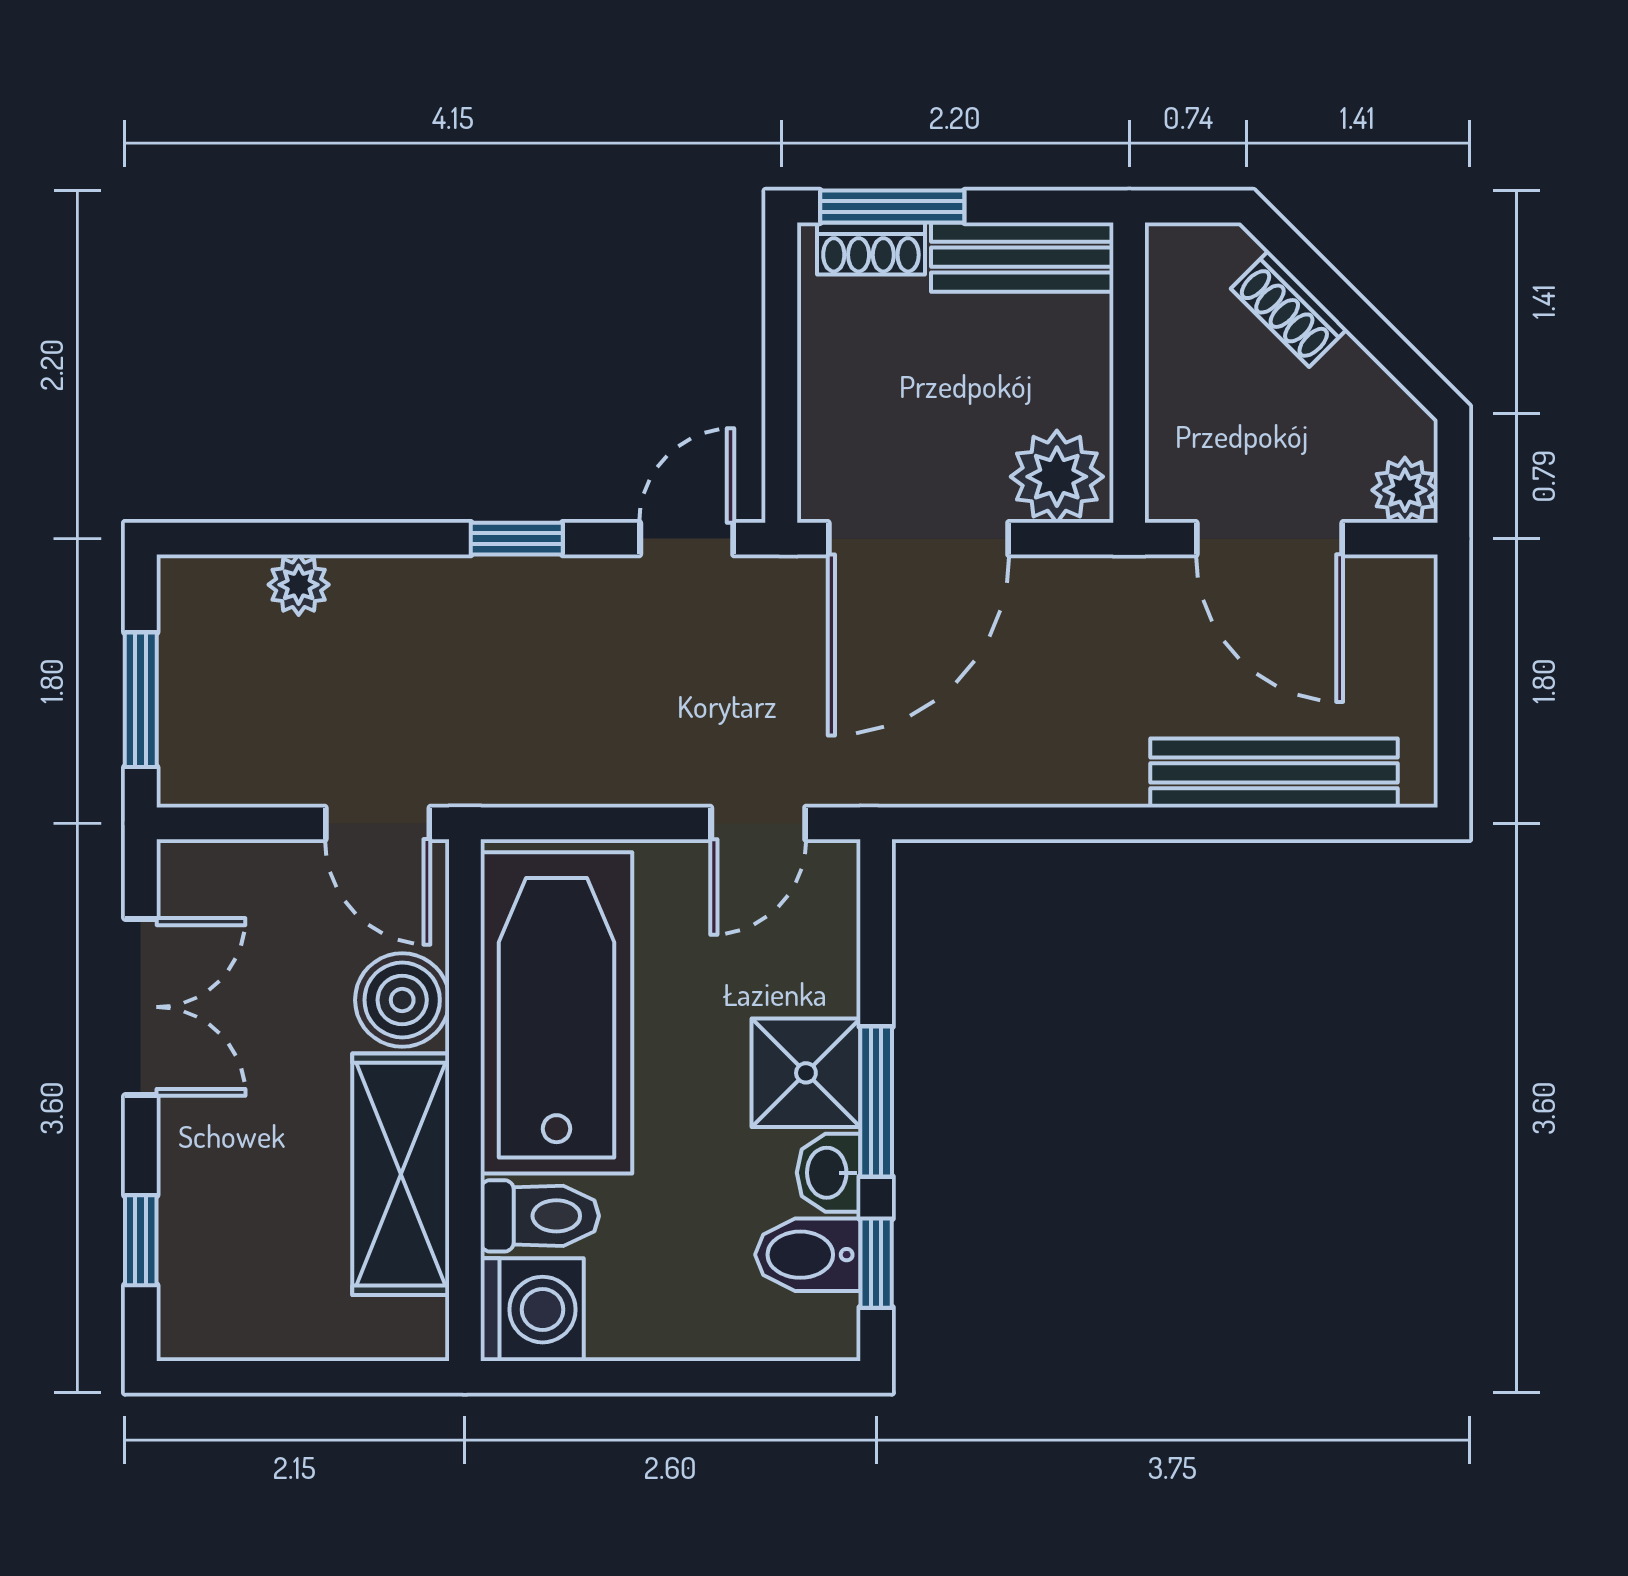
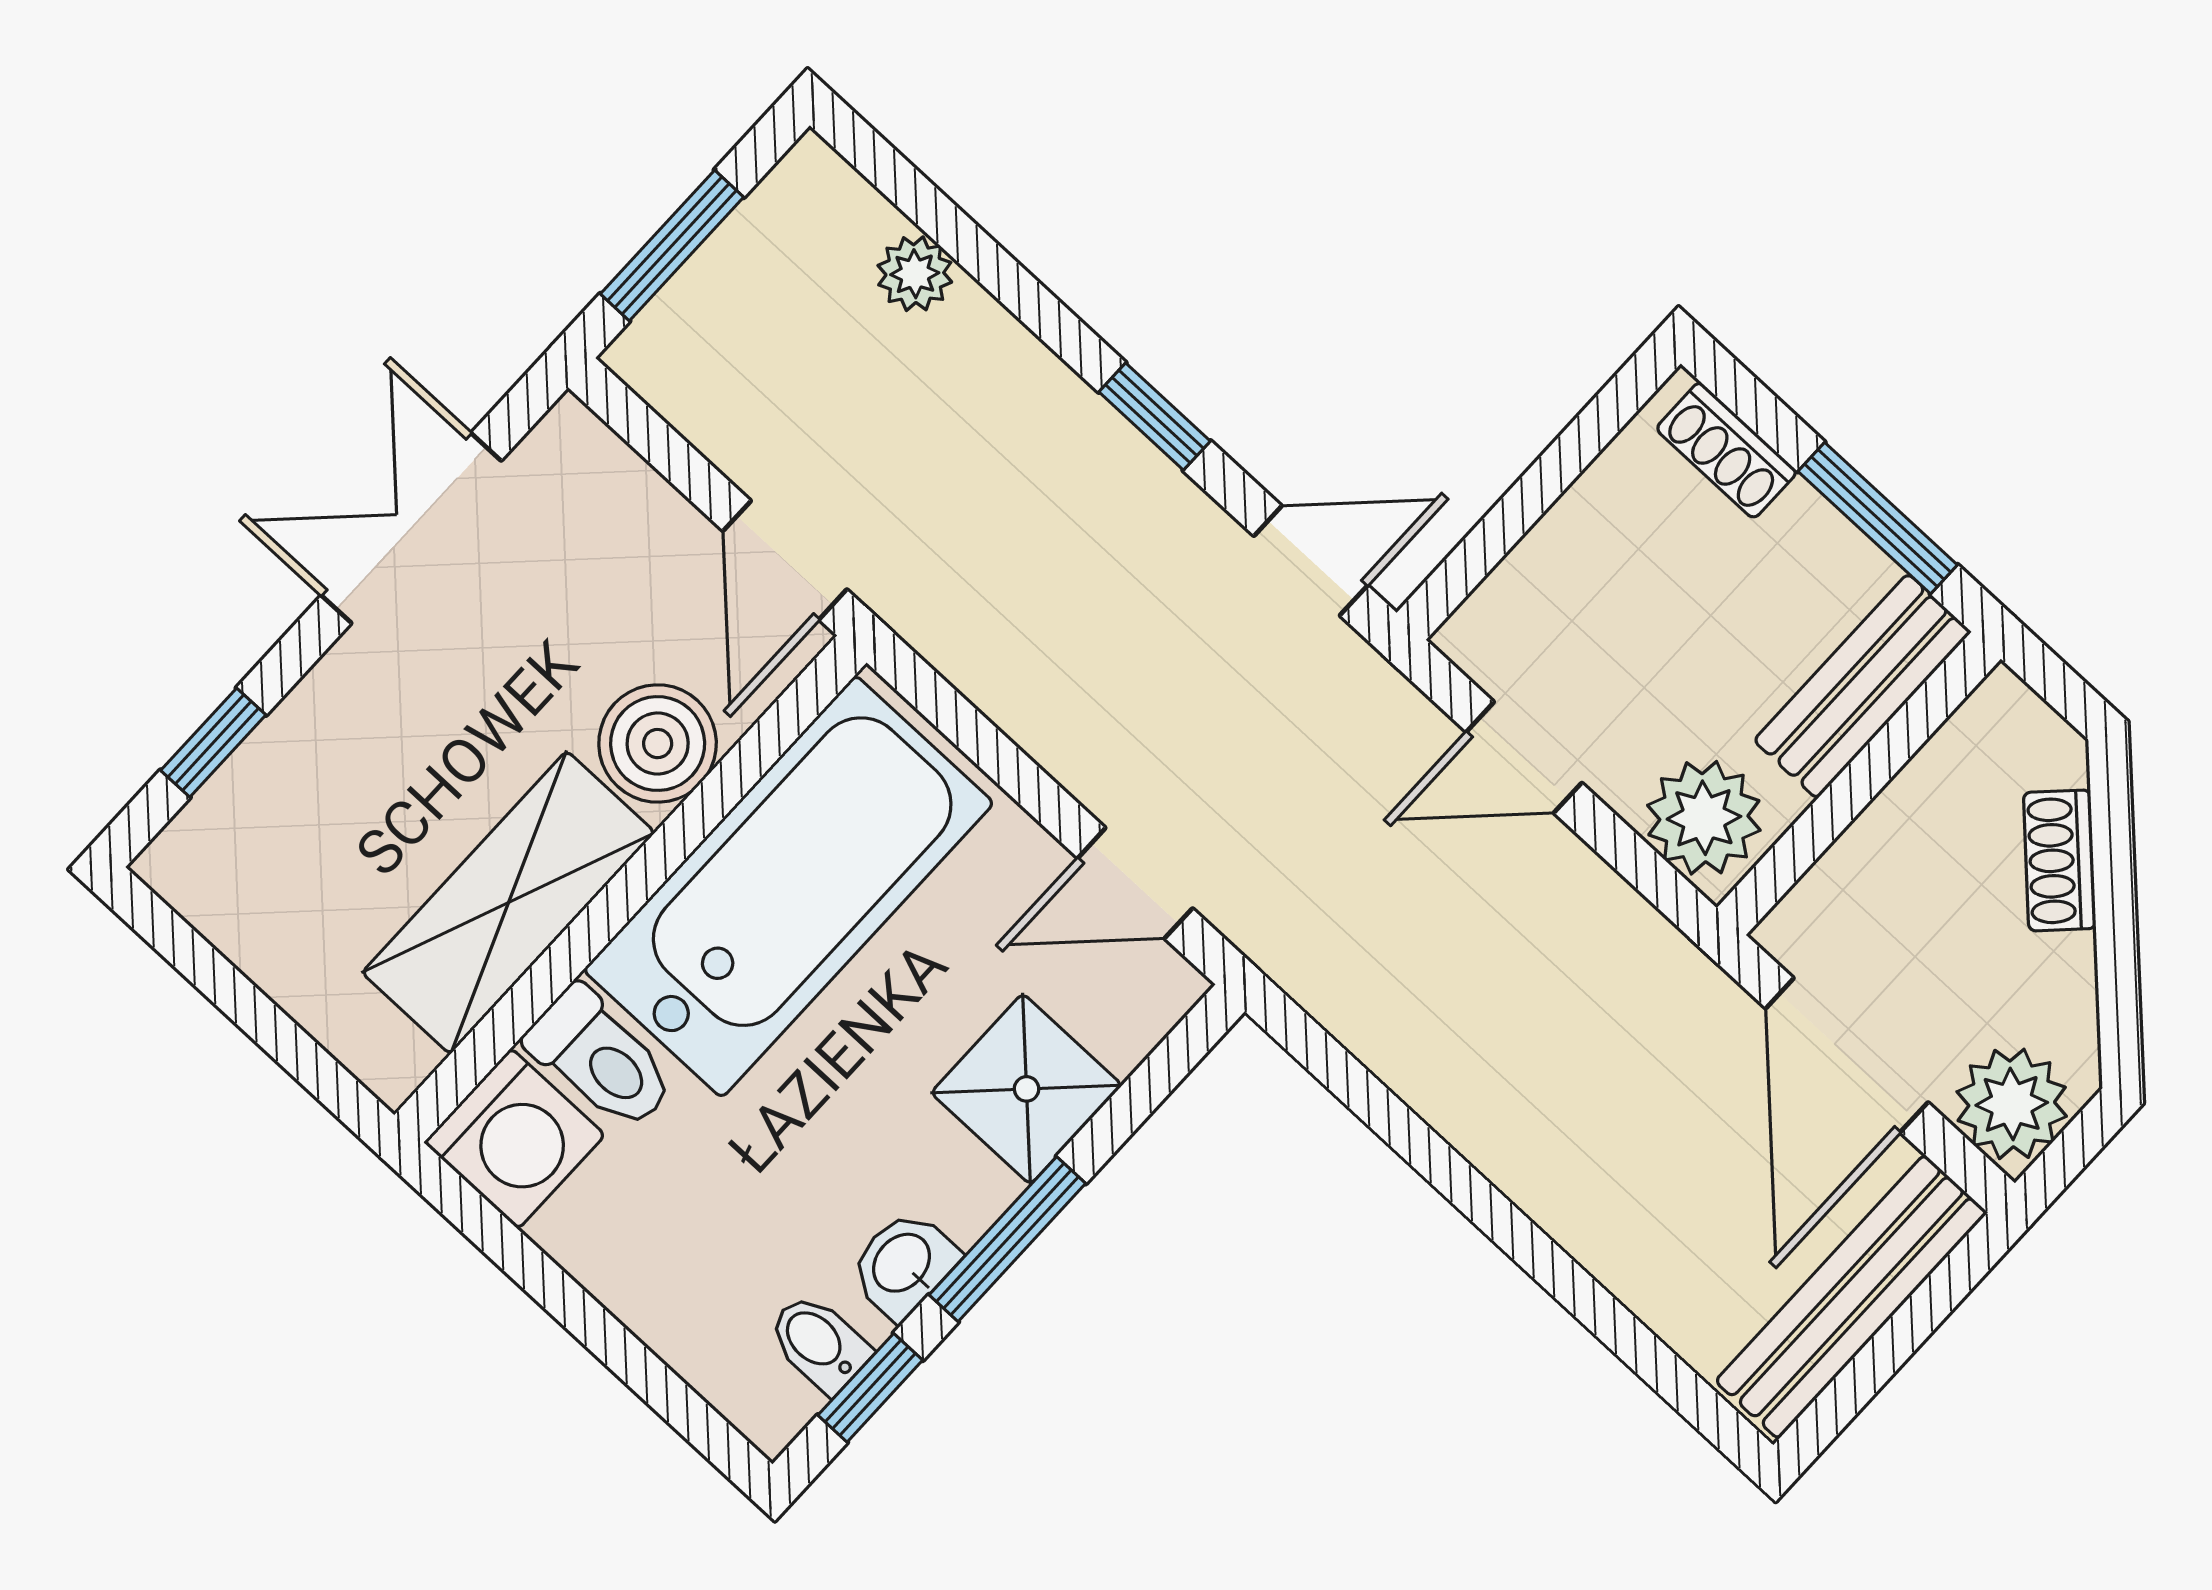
window: (892, 207) -> (1878, 518), moved
bench: (1022, 257) -> (1862, 686), moved, turned 90
plant: (1405, 490) -> (2012, 1104), width x1.38, depth x1.38
door: (918, 539) -> (1524, 757), width x0.53
bench: (1274, 773) -> (1851, 1297), moved, turned 90
double door: (141, 1007) -> (411, 528), swing flipped
shower: (806, 1073) -> (1027, 1089), moved
bidet: (808, 1255) -> (819, 1343), width x0.72, depth x0.74

